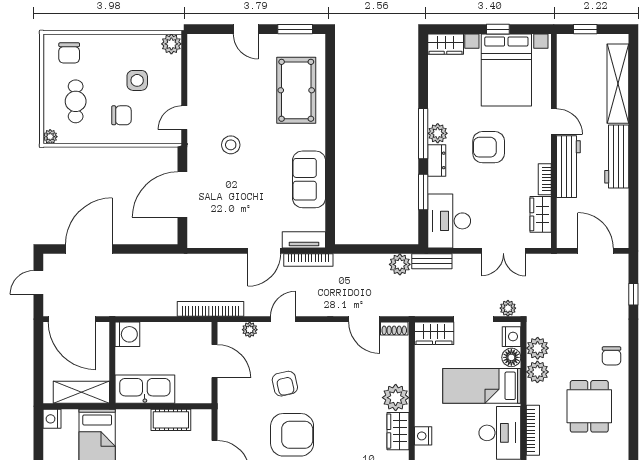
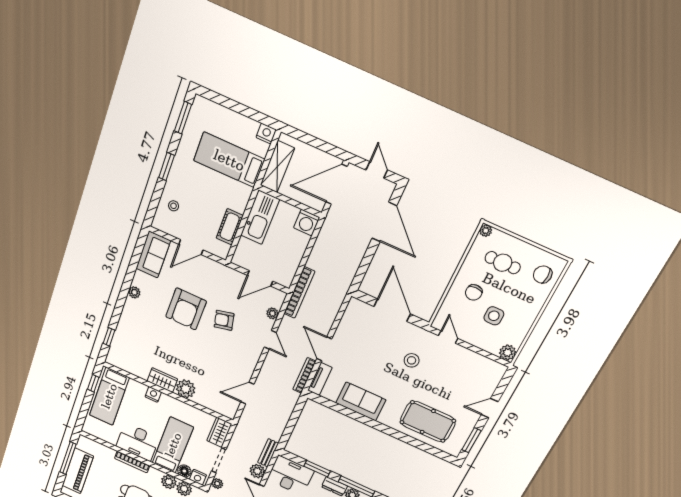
plant: (400, 264) -> (257, 471), moved
shoe rack: (394, 329) -> (233, 409), removed

